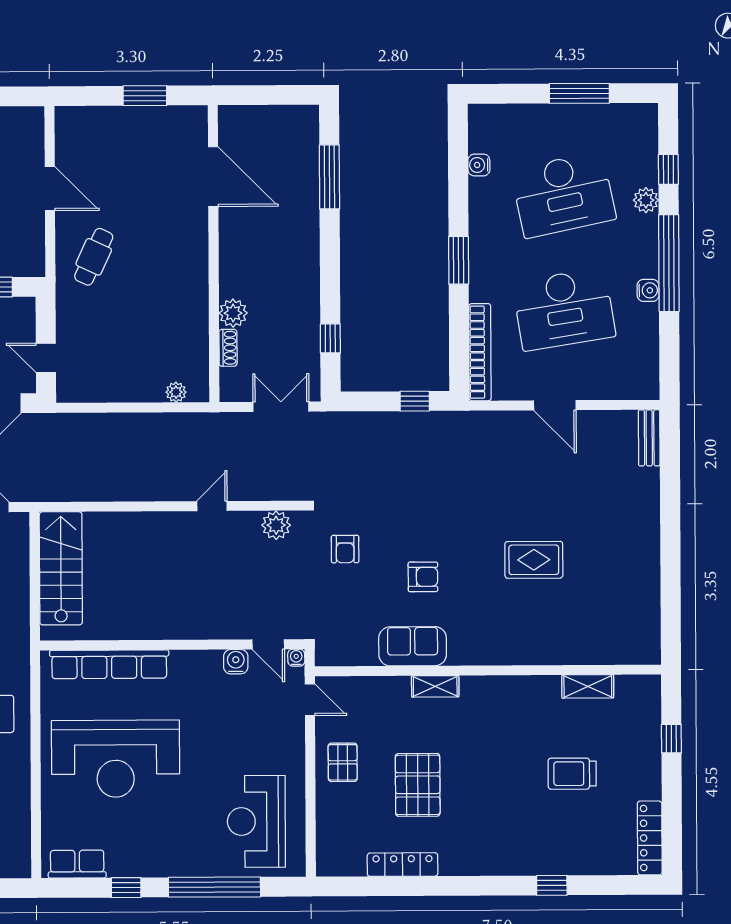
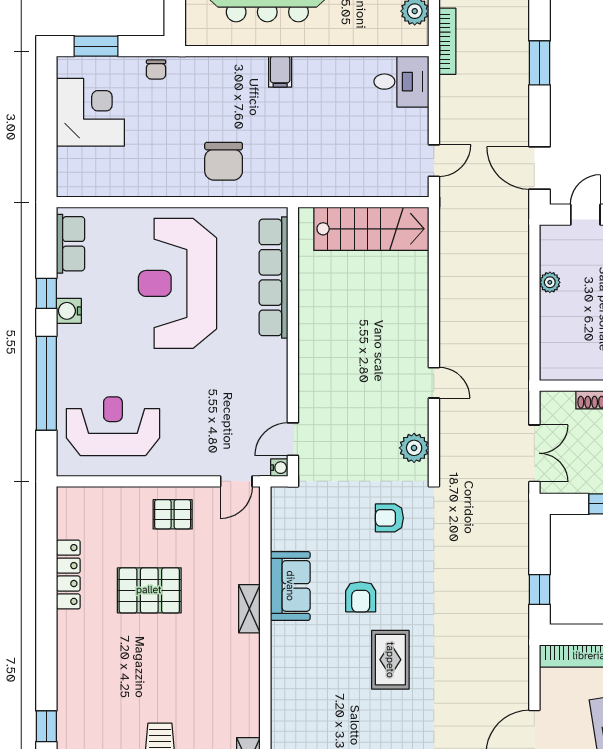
plant: (176, 392) -> (550, 282), moved
rug: (534, 560) -> (390, 660), moved
water cooler: (236, 662) -> (69, 311), moved, turned 180

